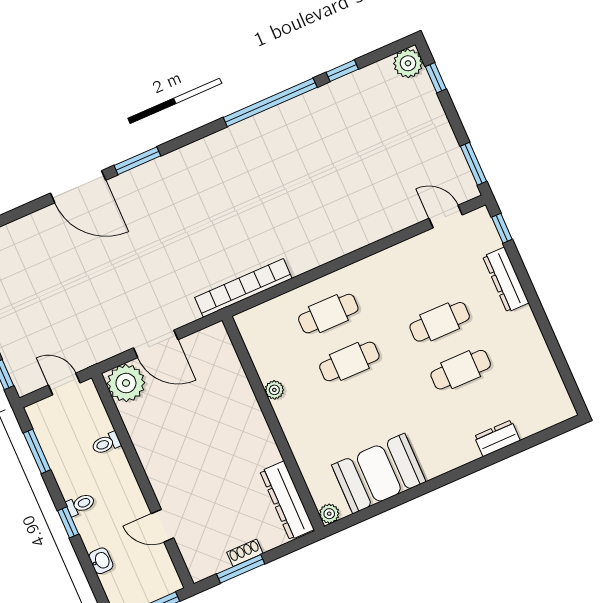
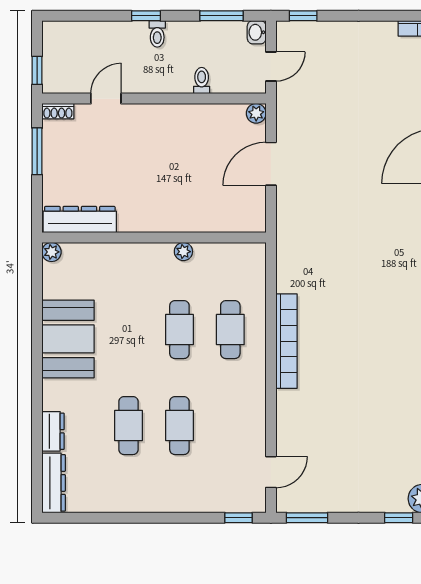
dresser: (506, 280) -> (54, 483), moved, turned 90
bookcase: (243, 288) -> (286, 341), moved
plant: (126, 383) -> (256, 113), width x0.53, depth x0.53
booth: (379, 473) -> (68, 339), moved
shoe rack: (245, 553) -> (58, 111), moved, turned 90
washbasin: (101, 561) -> (257, 32), moved, turned 90

